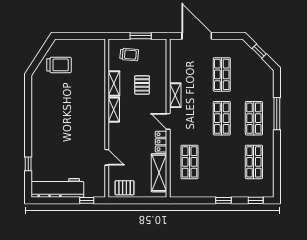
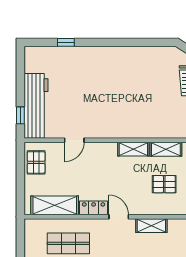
door: (168, 121) -> (119, 217), hinge flipped
workbench: (57, 188) -> (36, 106), moved

